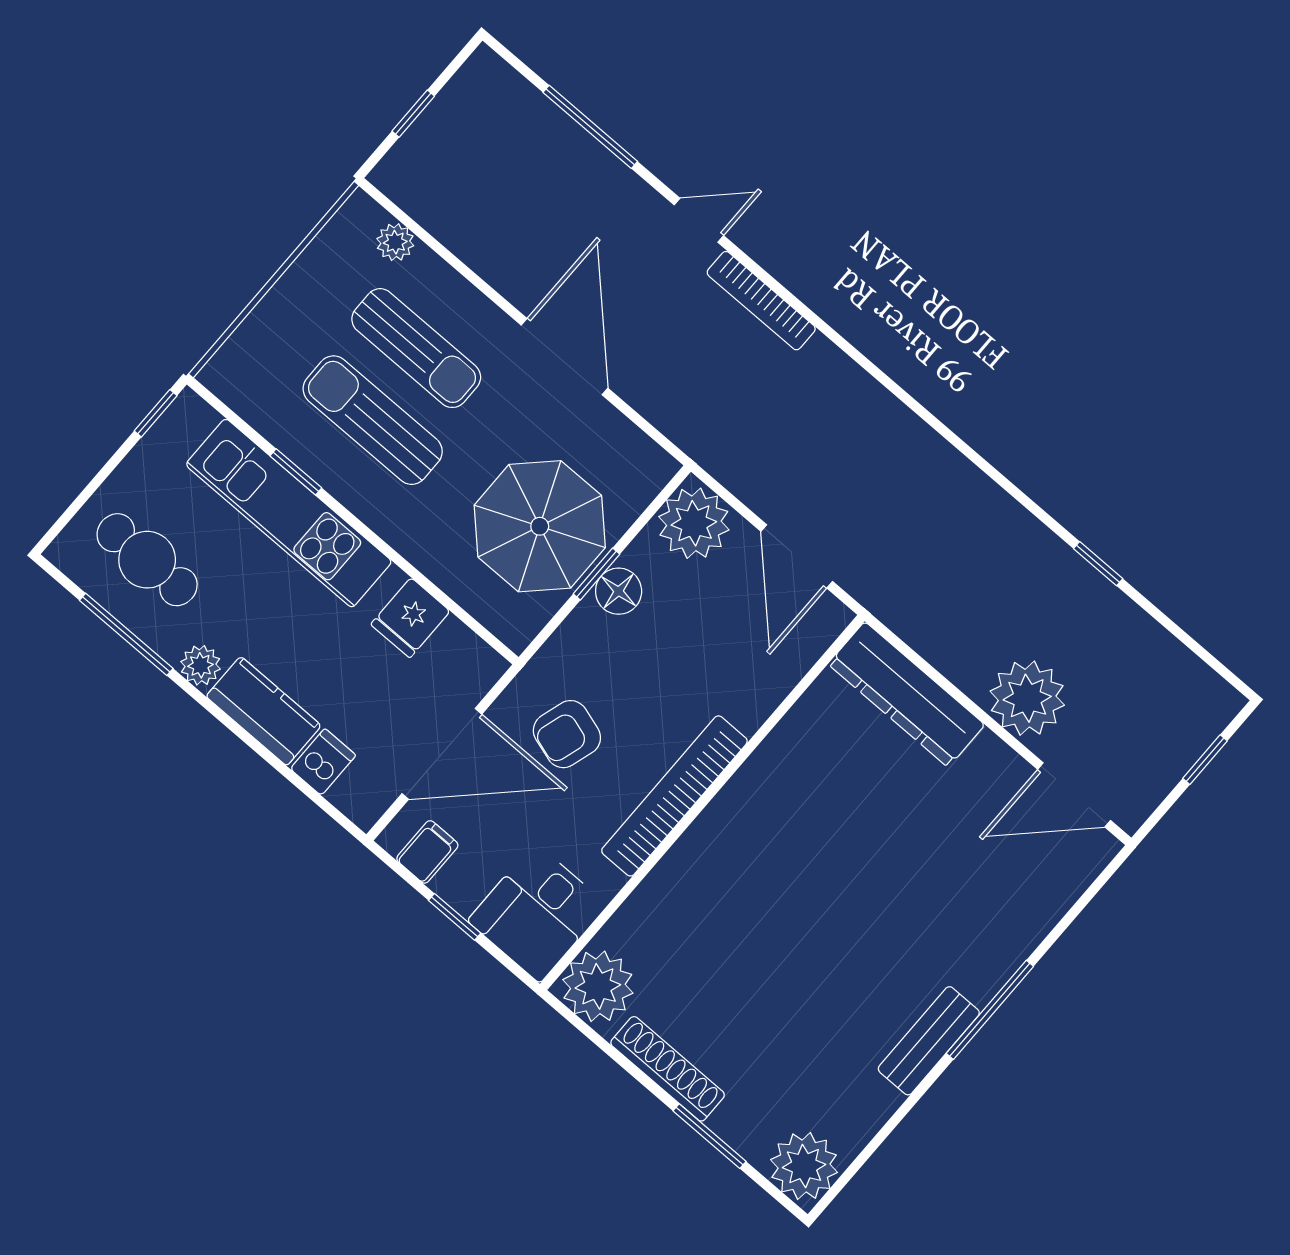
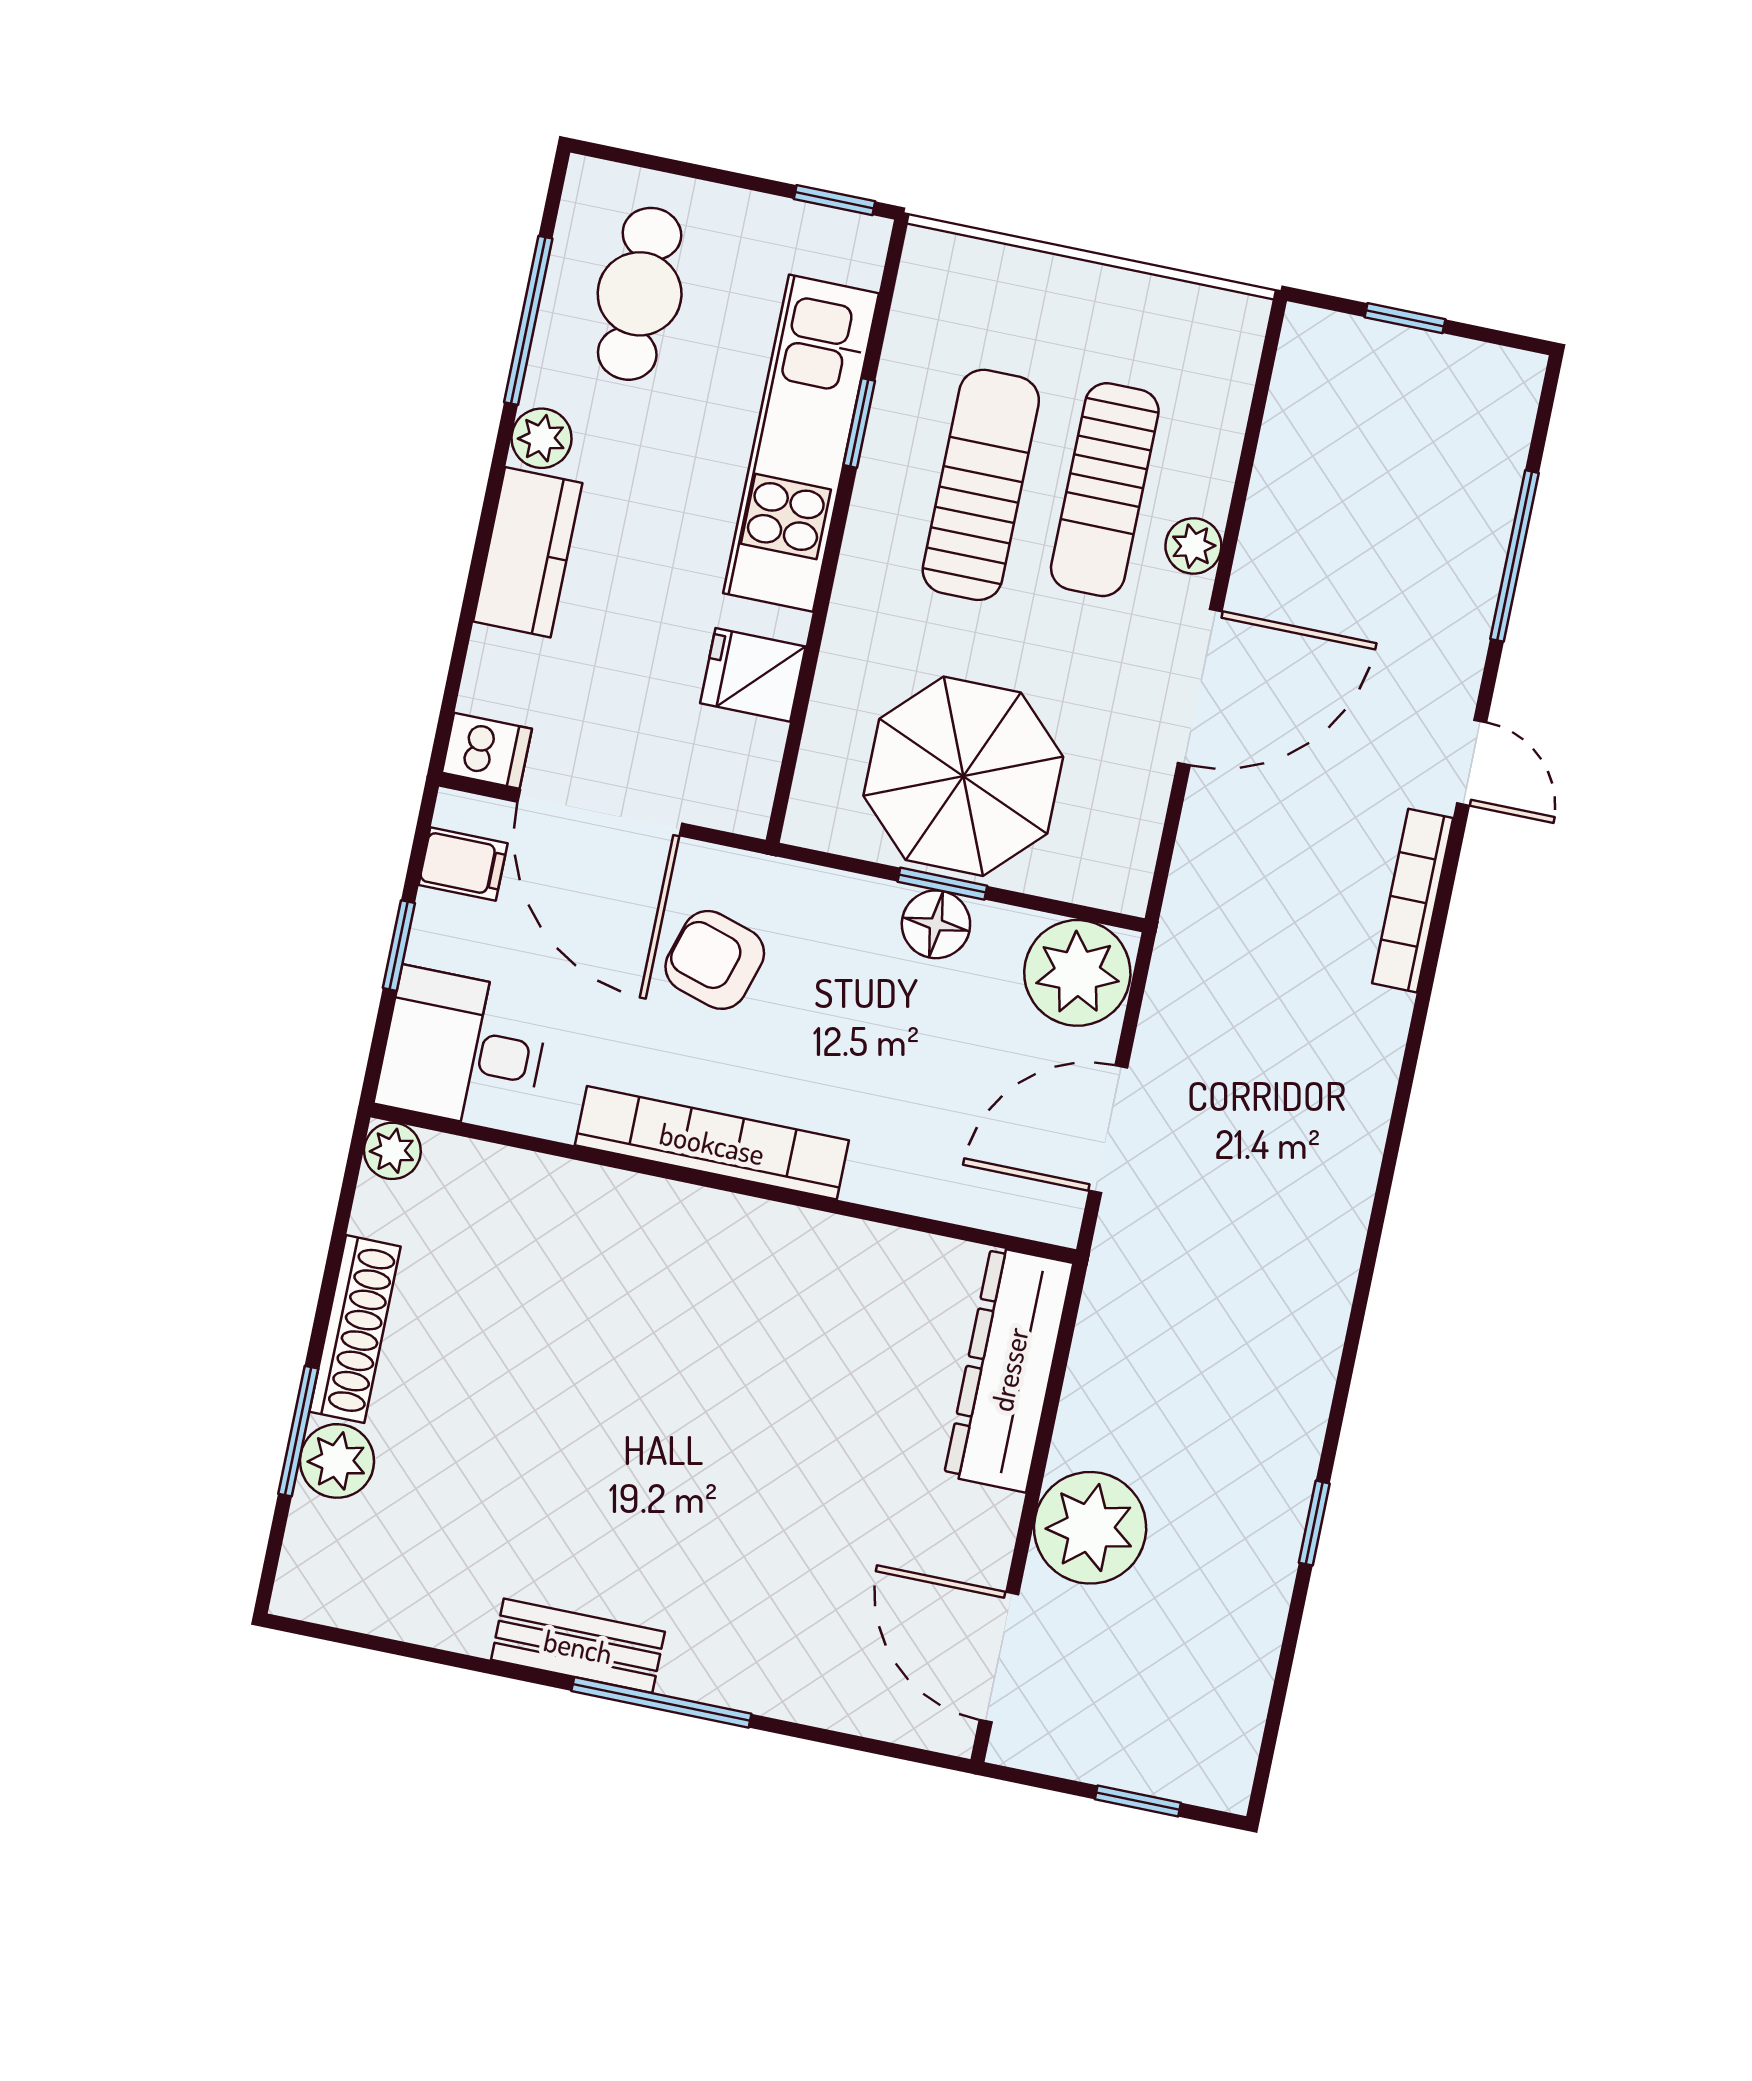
plant: (395, 242) -> (1193, 546), moved
dishwasher: (323, 762) -> (487, 751), moved
plant: (598, 986) -> (392, 1151), width x0.53, depth x0.53
plant: (804, 1166) -> (337, 1461), moved, width x0.73, depth x0.73

